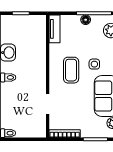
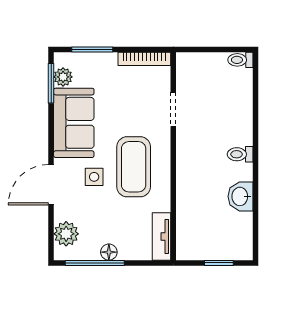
coffee table: (71, 70) -> (134, 167), width x1.36, depth x1.32

